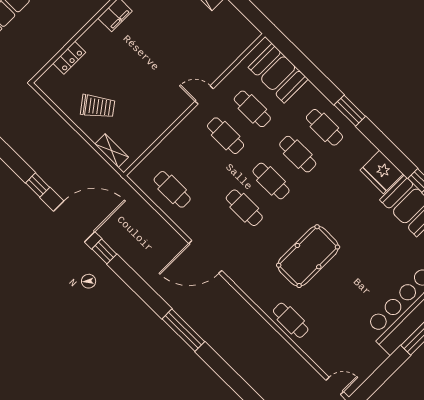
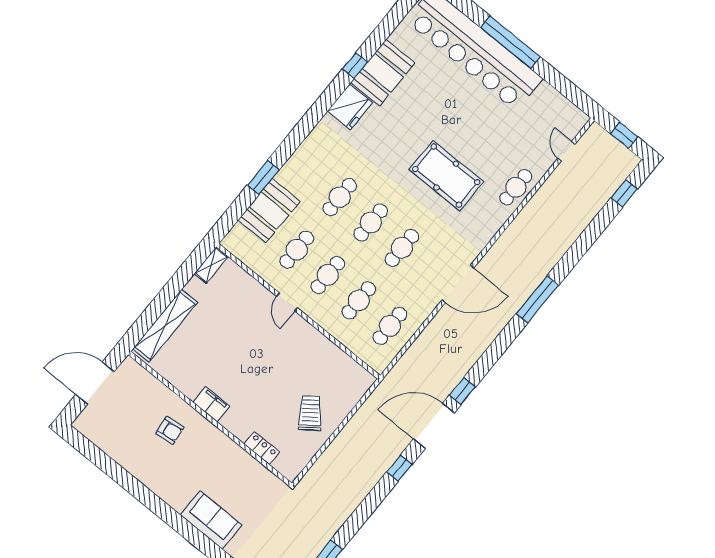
booth: (278, 73) -> (269, 211), moved
window: (350, 111) -> (263, 177), moved
cafe table: (324, 127) -> (359, 300), moved
shelving: (112, 151) -> (211, 265), moved
door: (74, 221) -> (434, 426), hinge flipped
door: (205, 257) -> (458, 284), hinge flipped
door: (335, 386) -> (566, 151), moved

